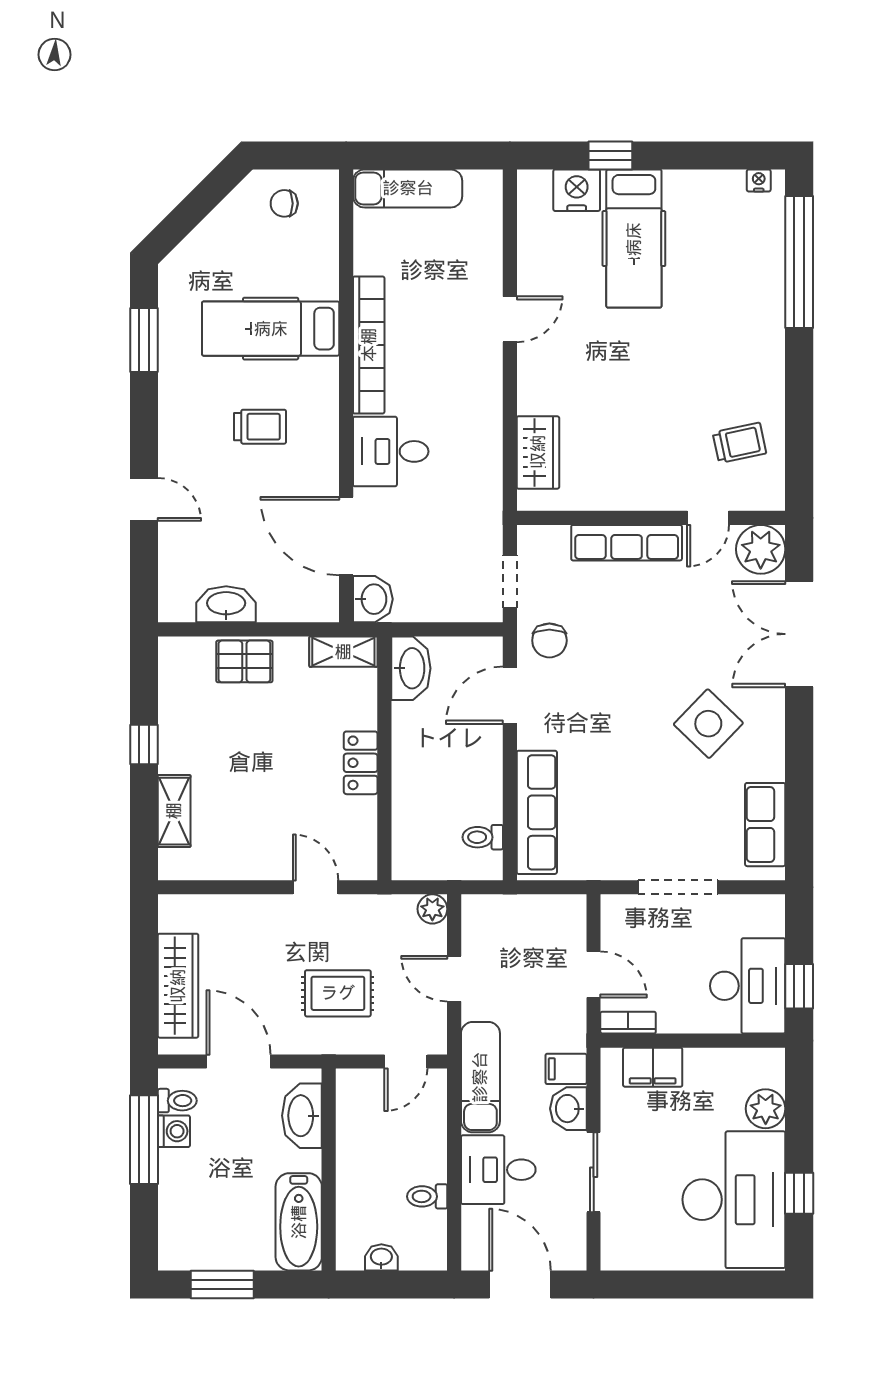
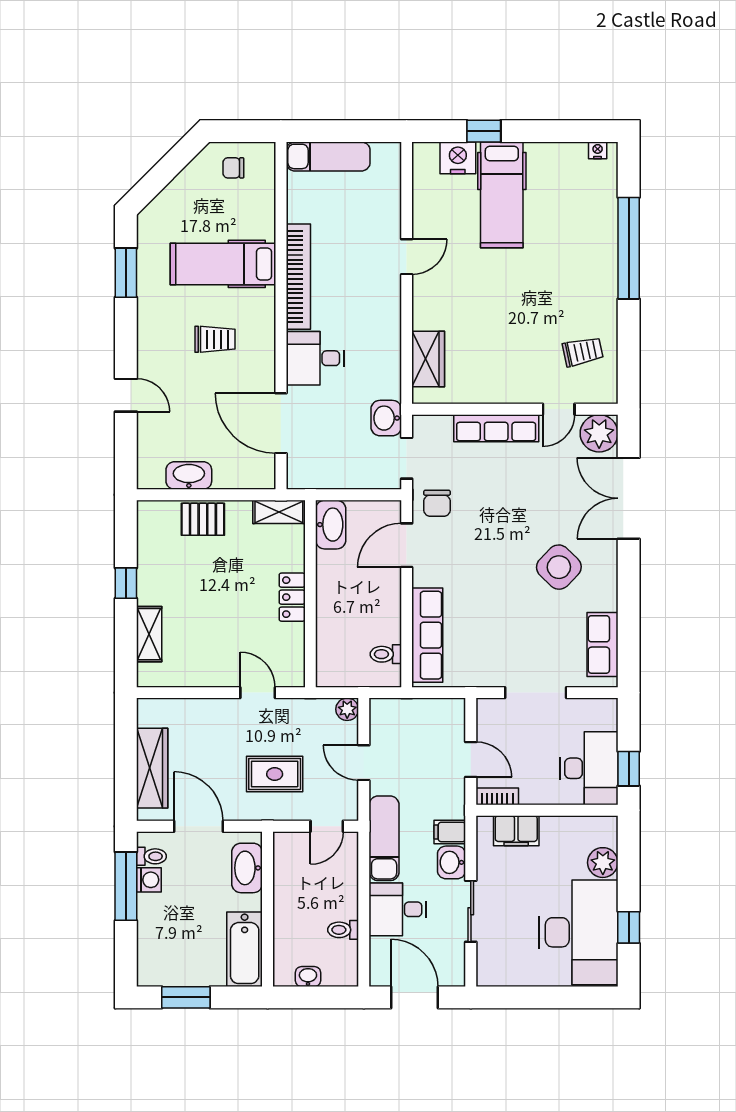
window: (799, 262) -> (629, 248), moved
washbasin: (373, 599) -> (386, 418), moved, turned 180

